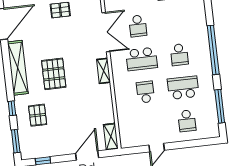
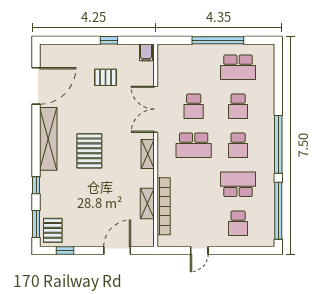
double door: (106, 32) -> (156, 109), swing flipped
school desk: (145, 92) -> (238, 106), moved, turned 180
window: (220, 106) -> (278, 211), width x1.46
bookcase: (122, 114) -> (164, 206), added
pallet: (38, 115) -> (53, 230), moved
shelving: (111, 137) -> (147, 203), moved

